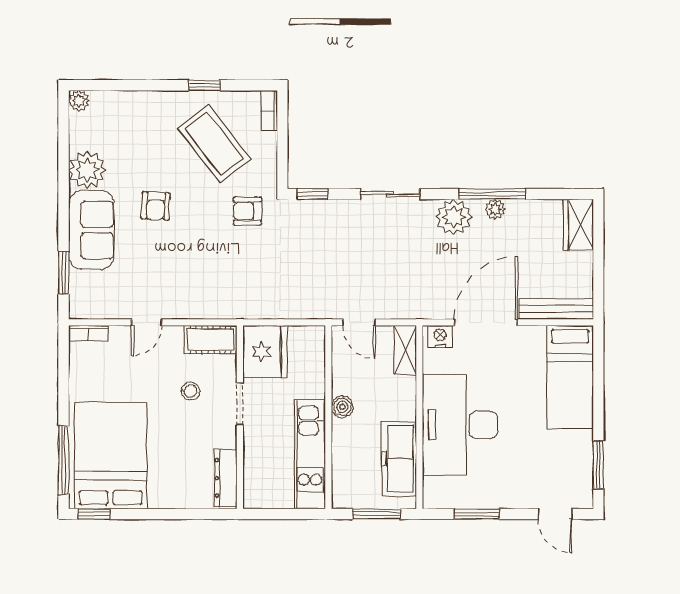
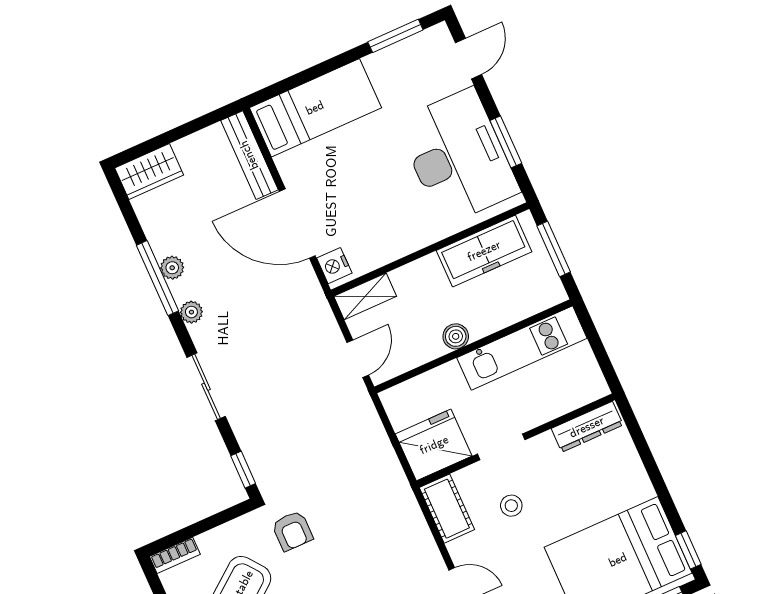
plant: (454, 217) -> (191, 312), width x0.53, depth x0.53
desk: (460, 425) -> (458, 157), moved, turned -90

